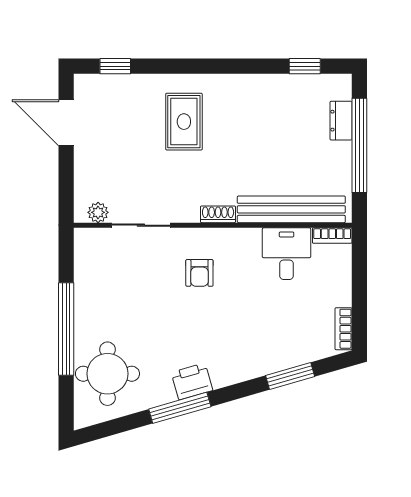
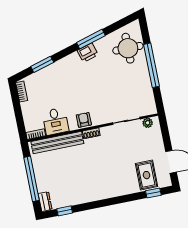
dresser: (341, 121) -> (45, 202), moved
rug: (184, 122) -> (147, 175), moved
armchair: (199, 273) -> (84, 120), moved

